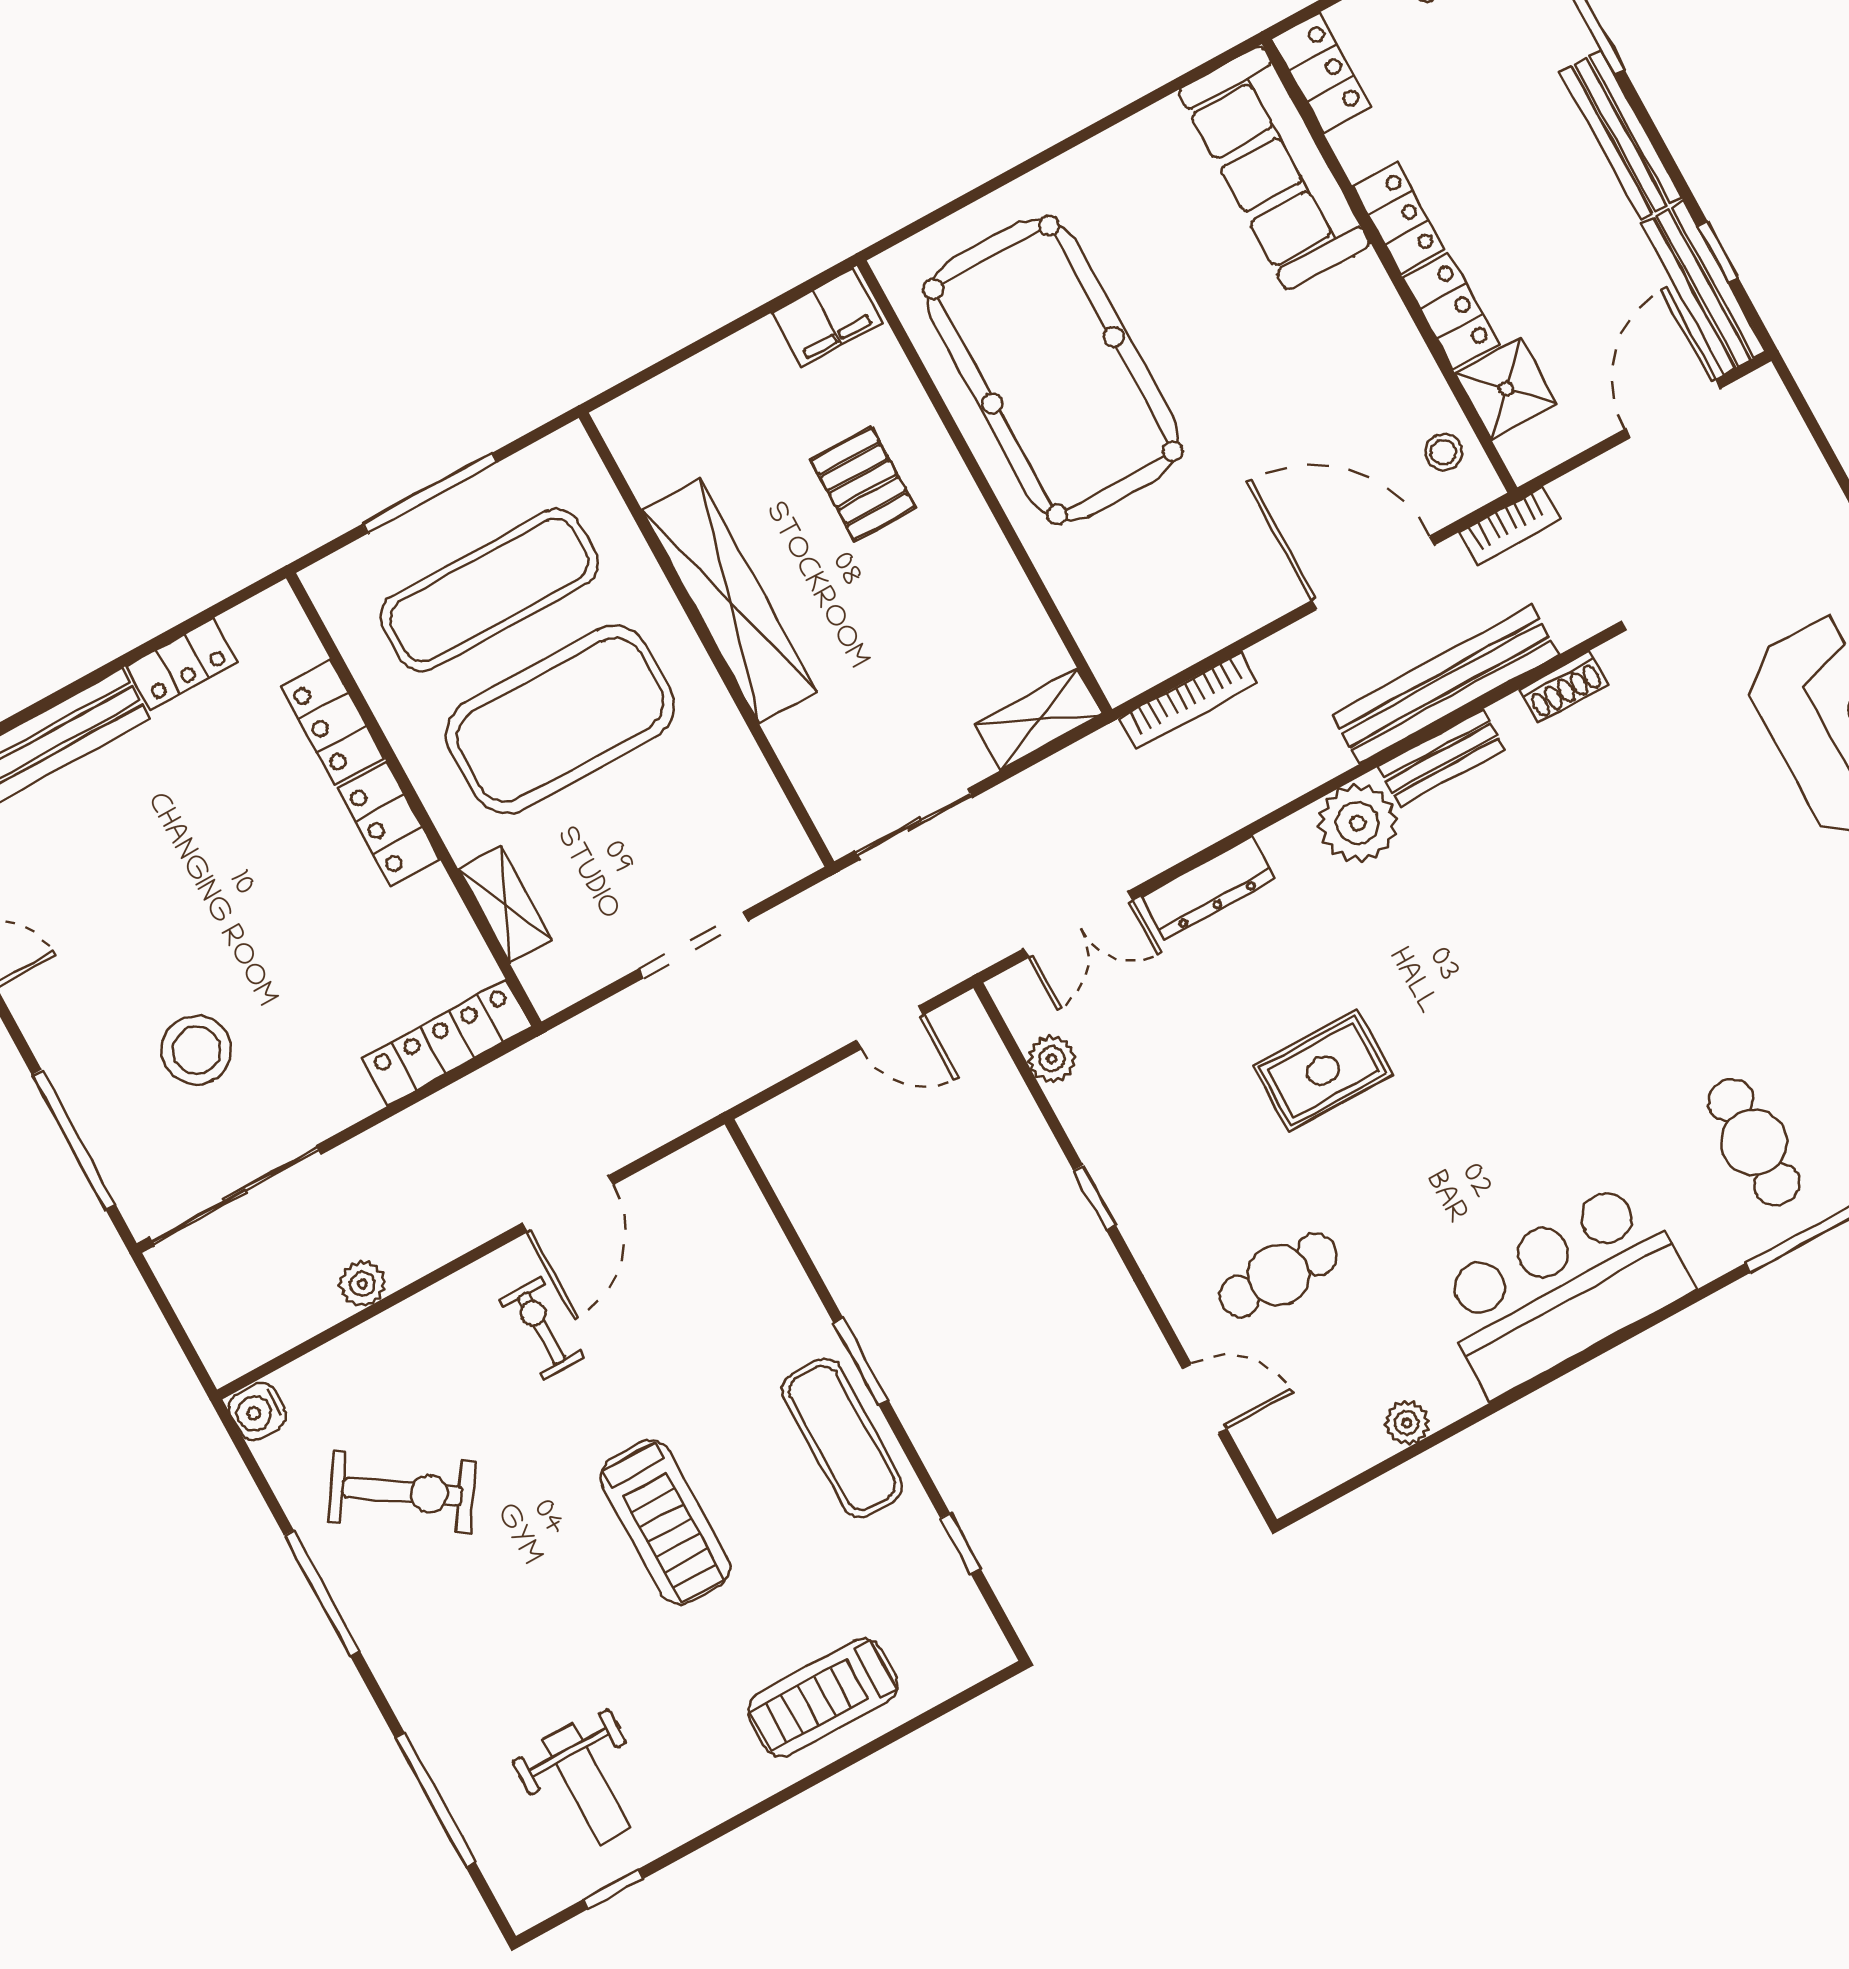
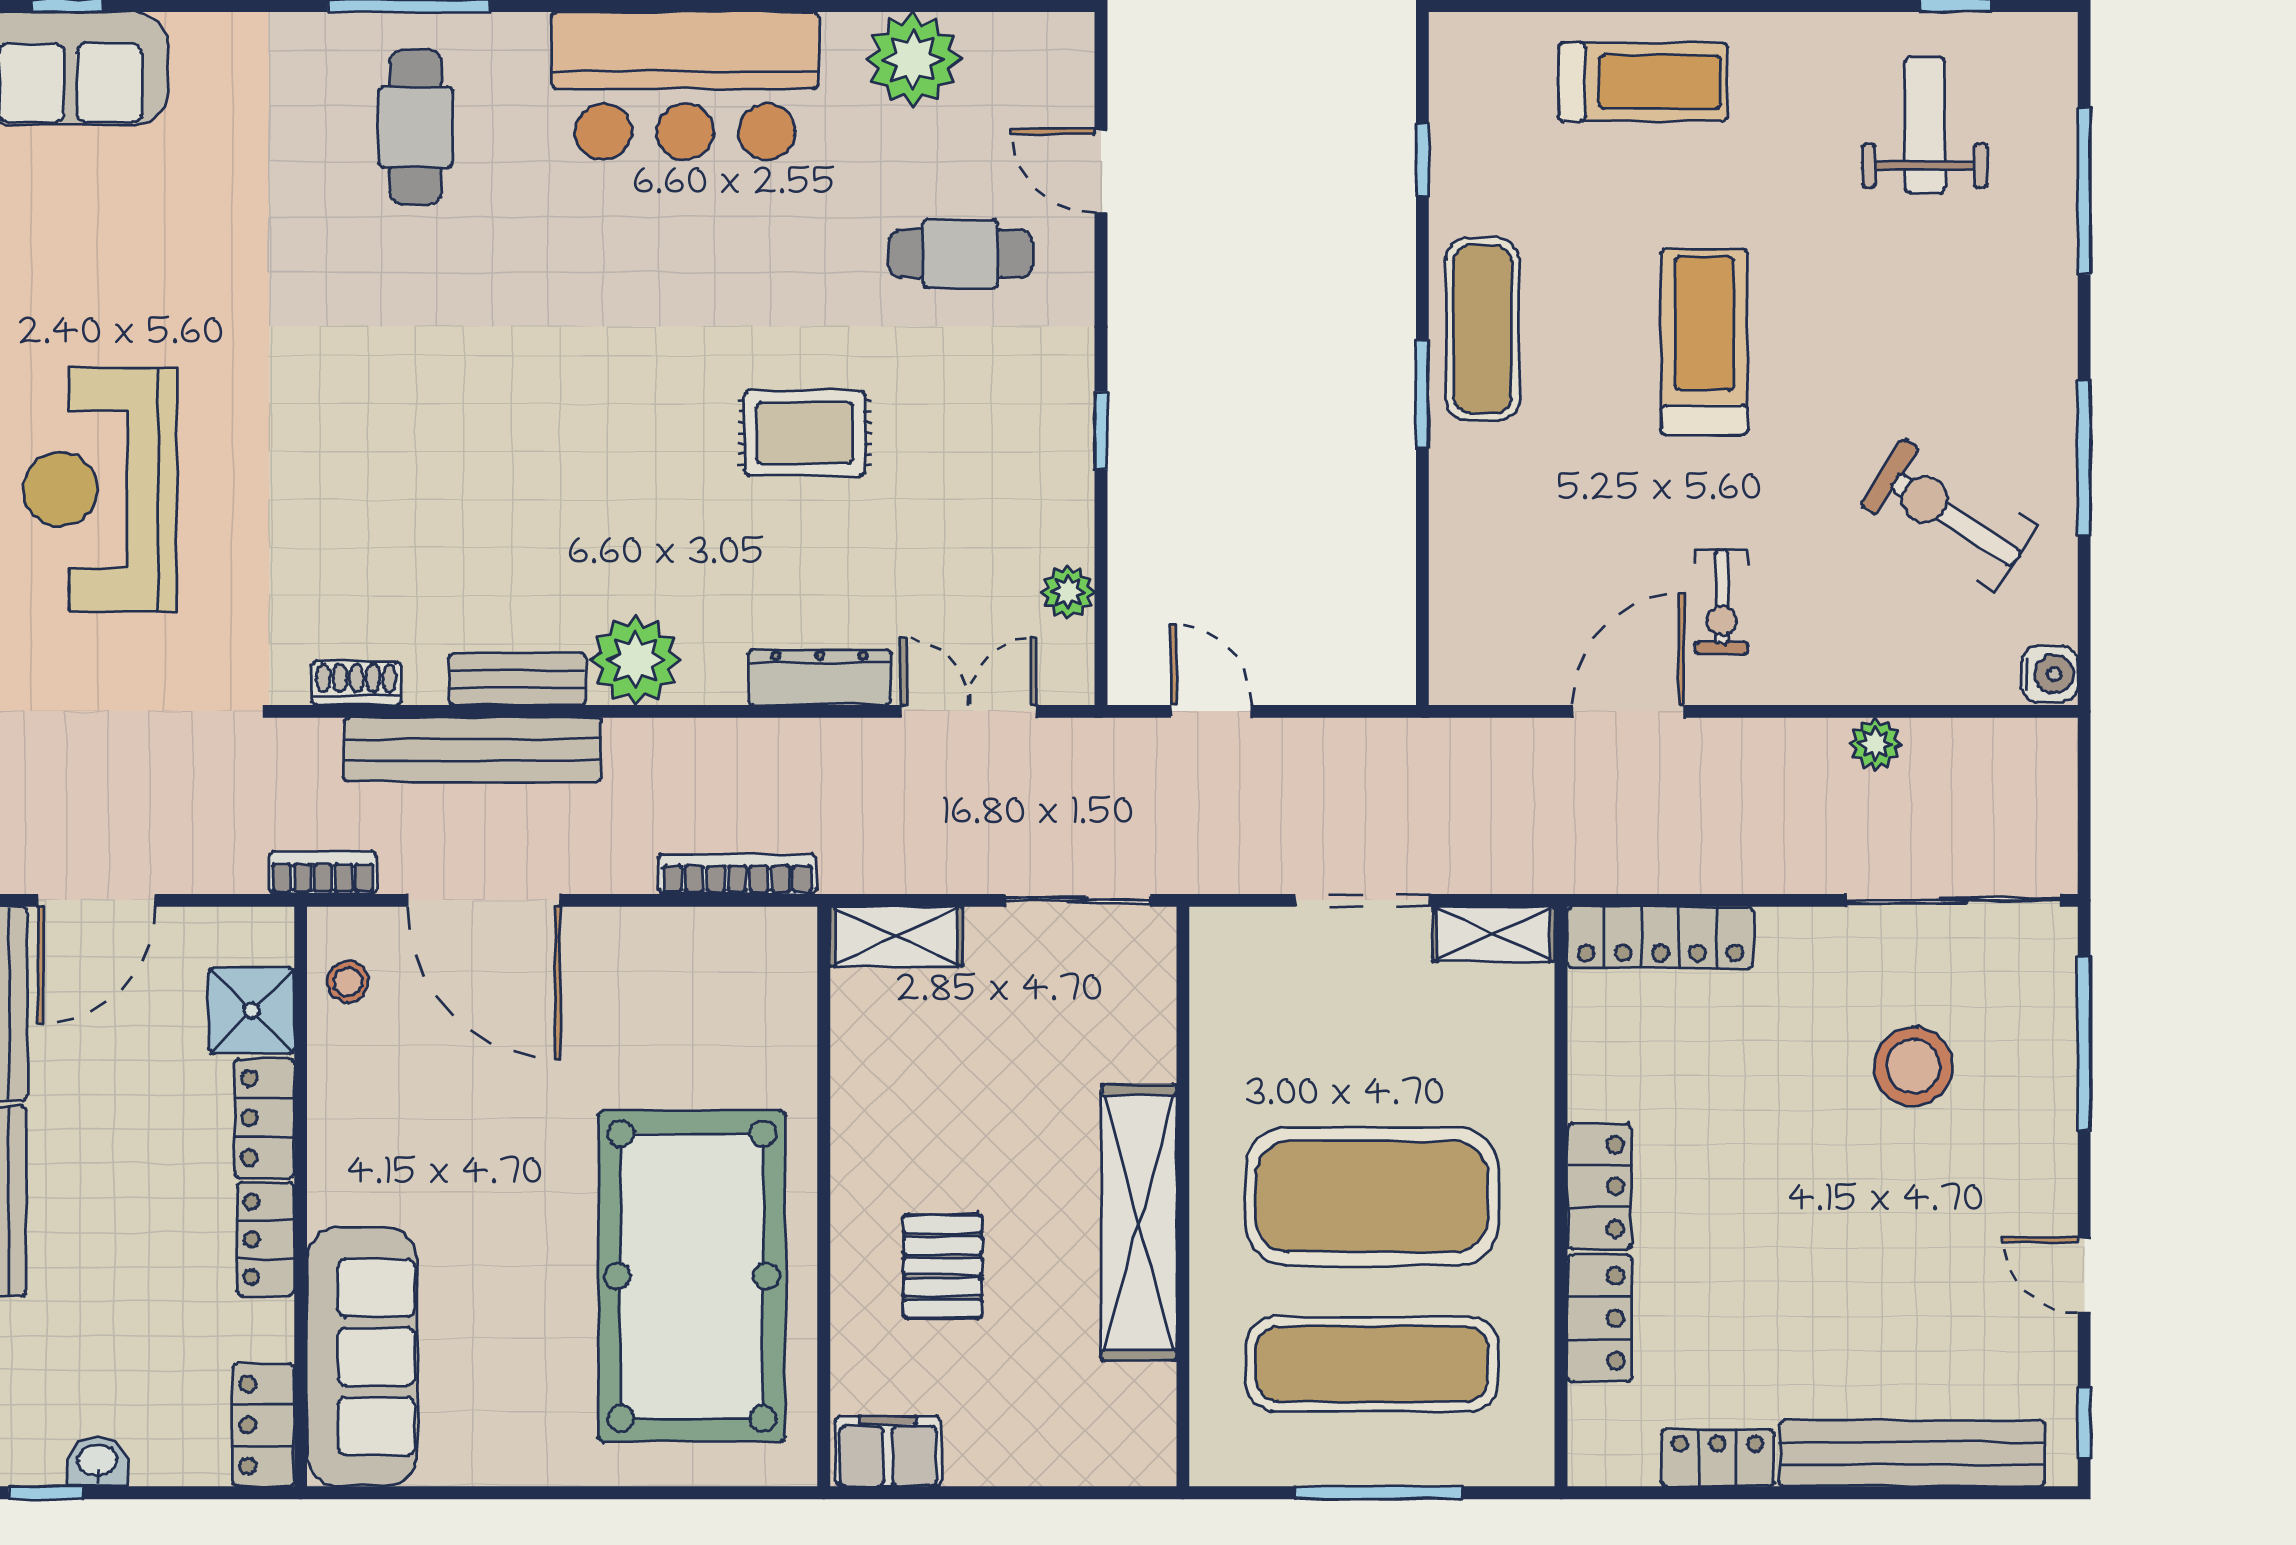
shelving: (505, 904) -> (1494, 934), moved, turned 90
plant: (1407, 1423) -> (913, 59), width x1.88, depth x1.88

